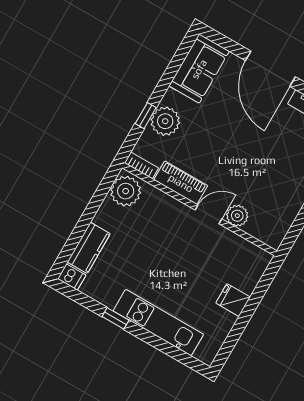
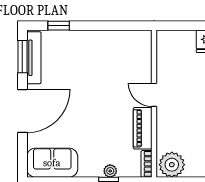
plant: (165, 121) -> (110, 171), width x0.53, depth x0.53
plant: (237, 216) -> (143, 74), removed

